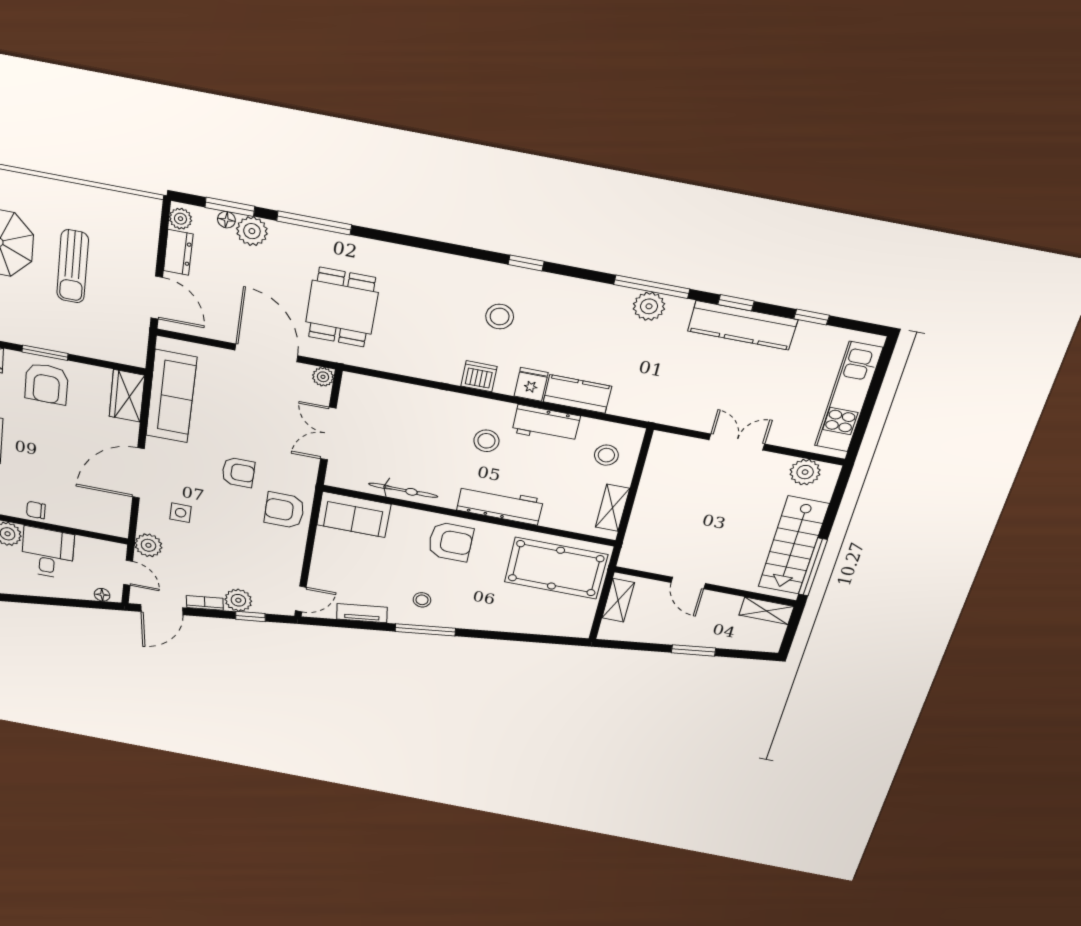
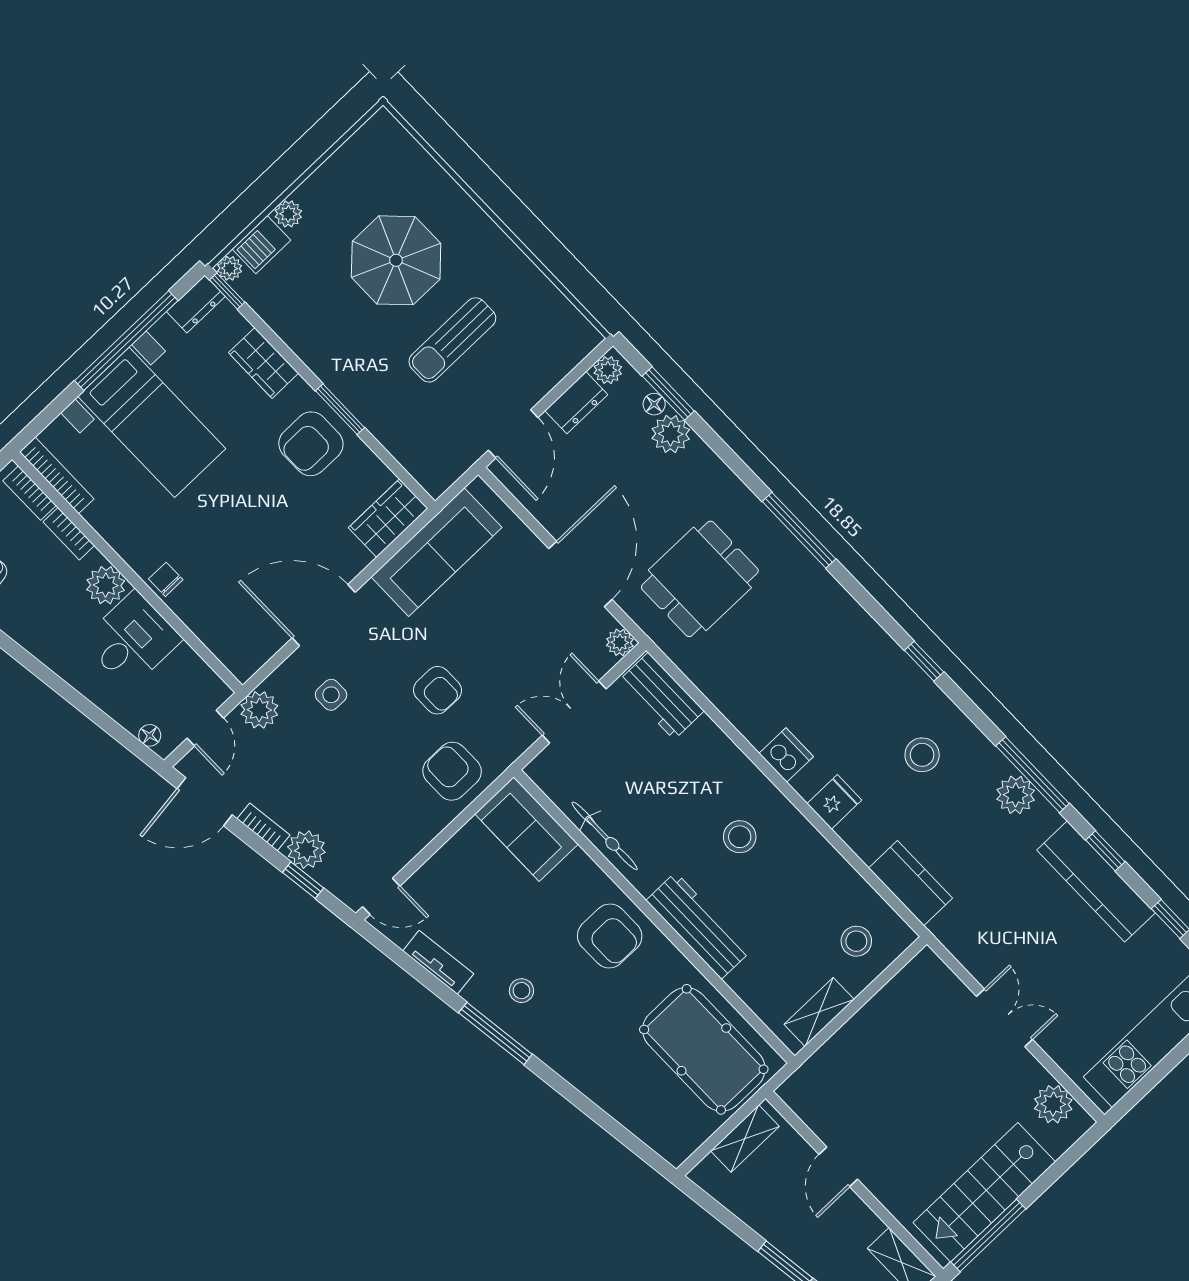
window: (314, 223) -> (799, 530), moved
stool: (500, 317) -> (922, 755), moved
kitchen counter: (577, 394) -> (910, 883), moved
workbench: (546, 424) -> (661, 696), moved

